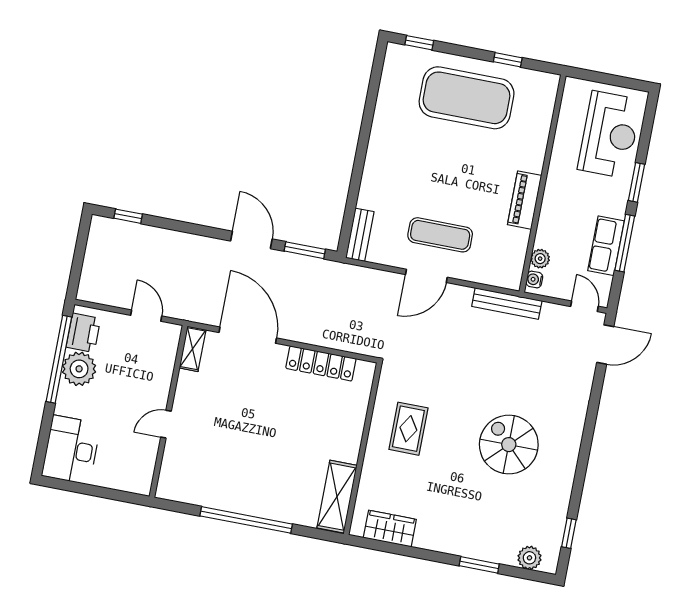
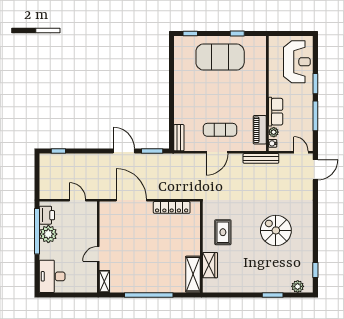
piano: (525, 200) -> (260, 130), moved
row of seats: (606, 246) -> (276, 112), moved, turned 180
shelving: (193, 349) -> (104, 281), moved
wardrobe: (390, 529) -> (210, 265), moved, turned 90

